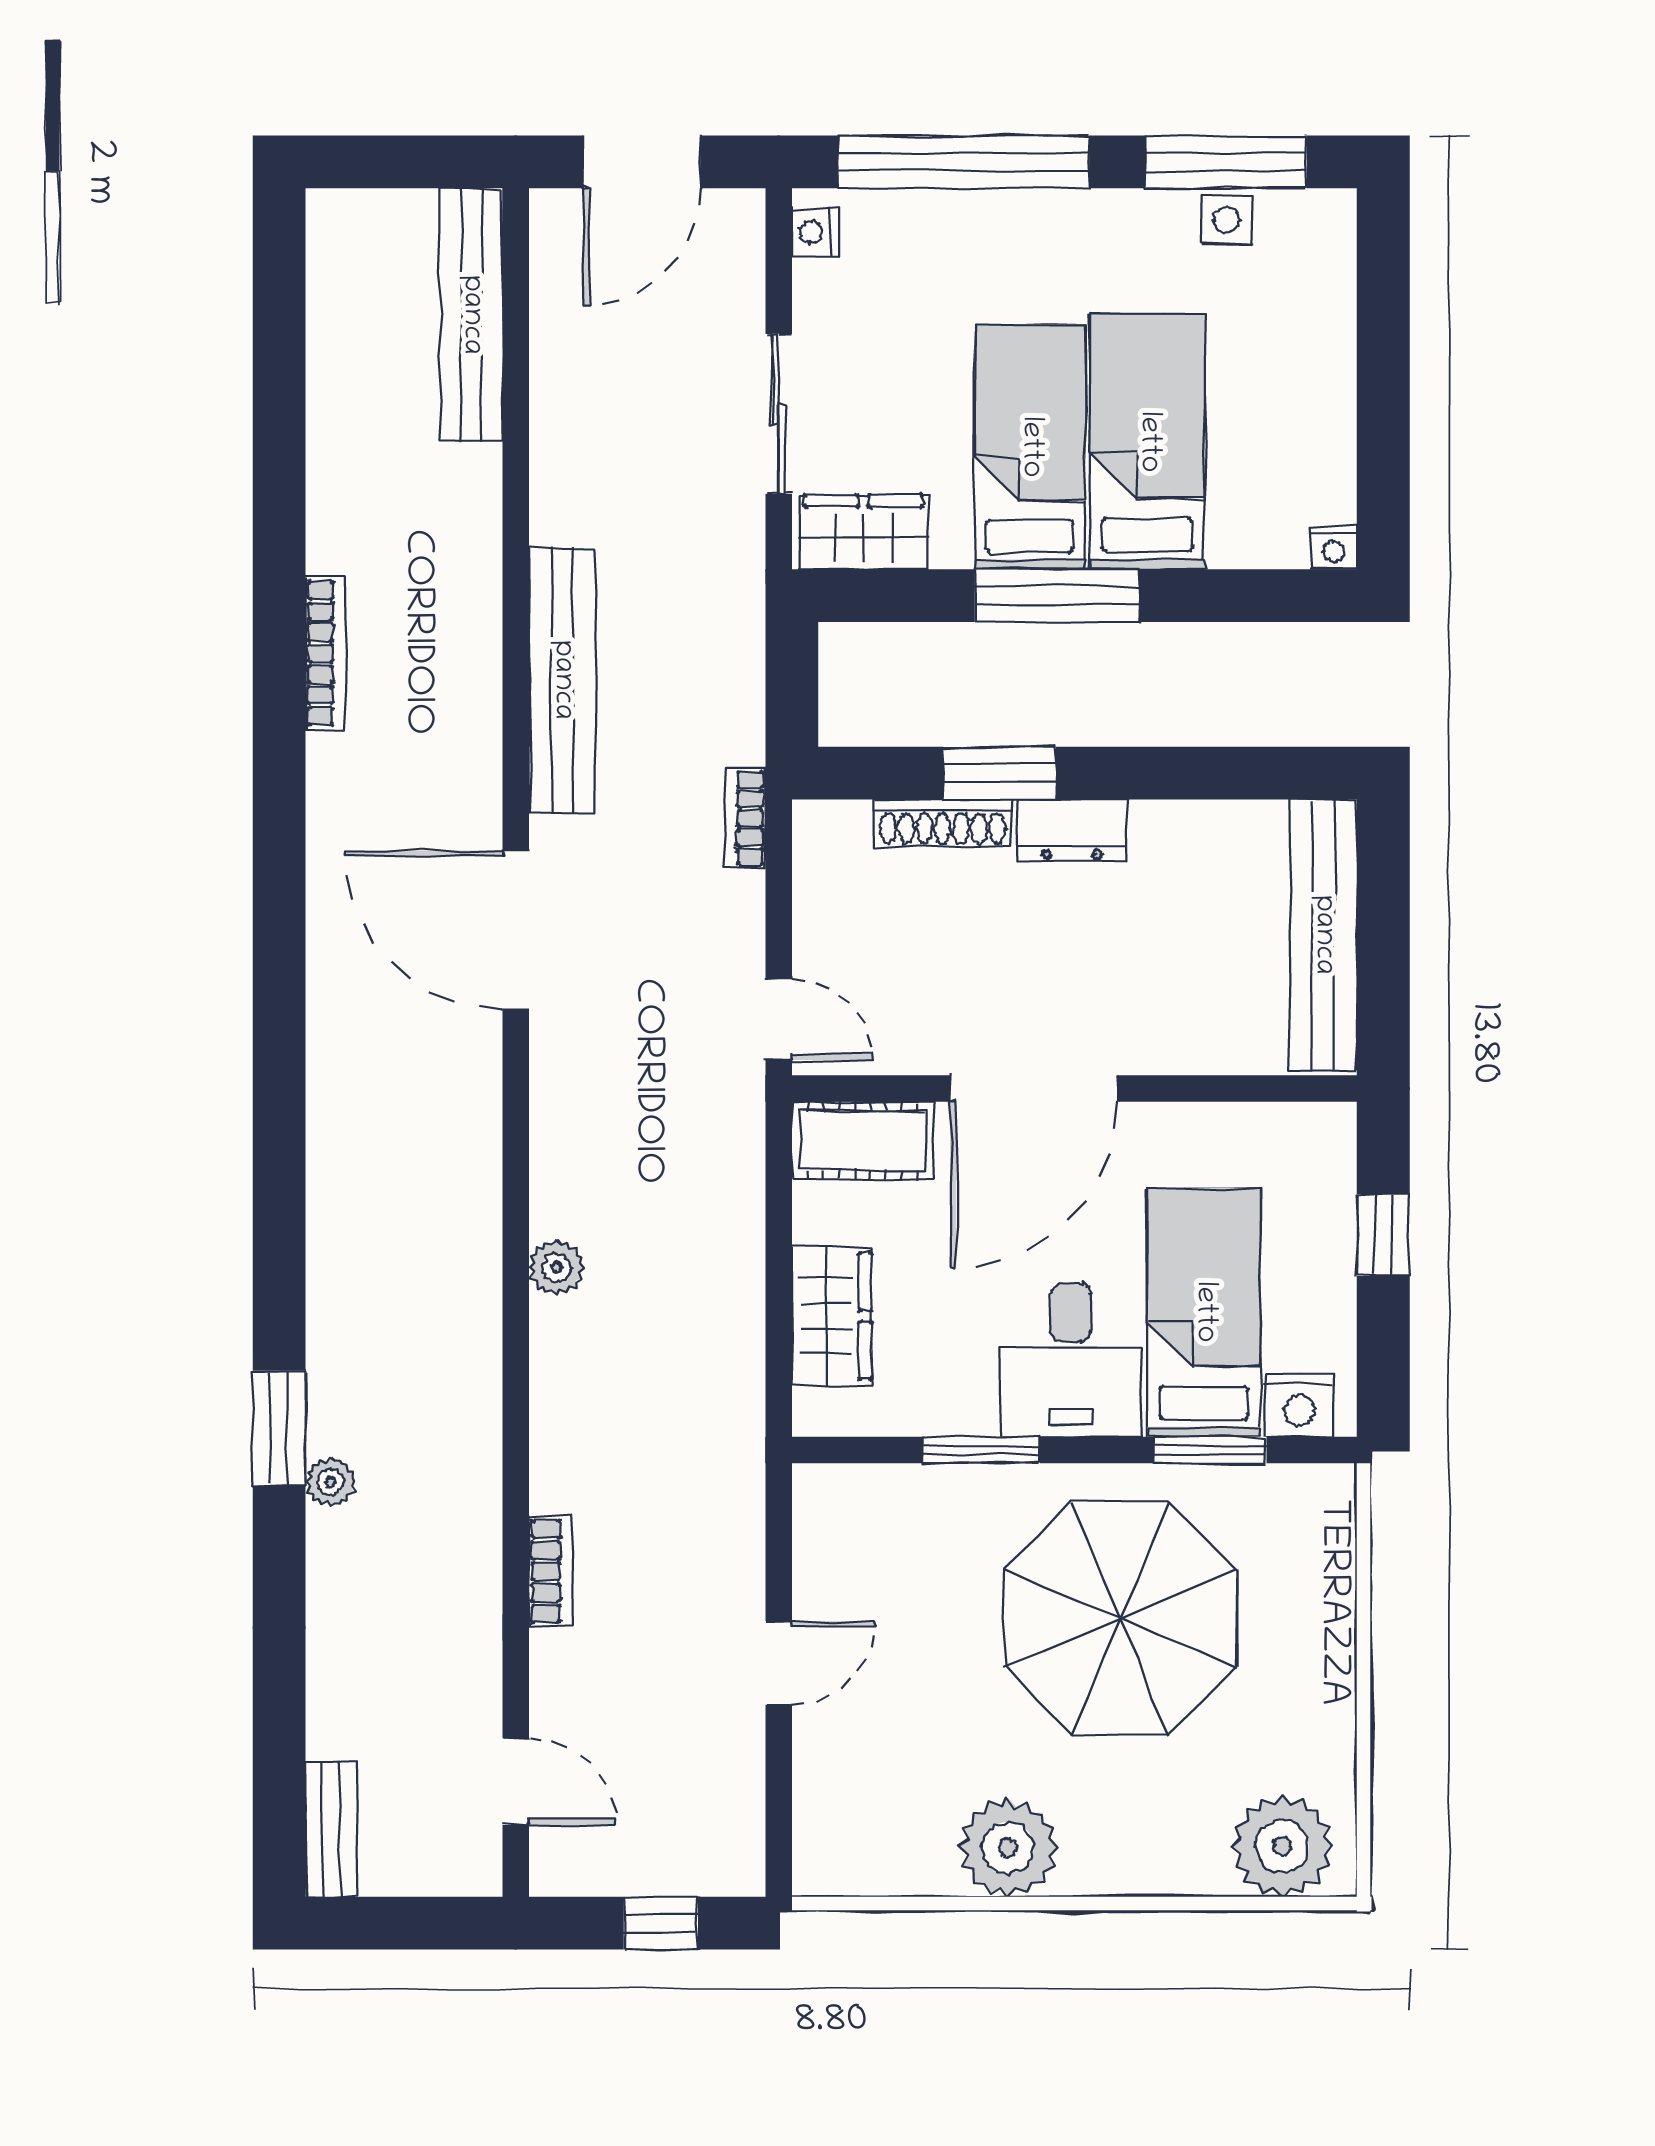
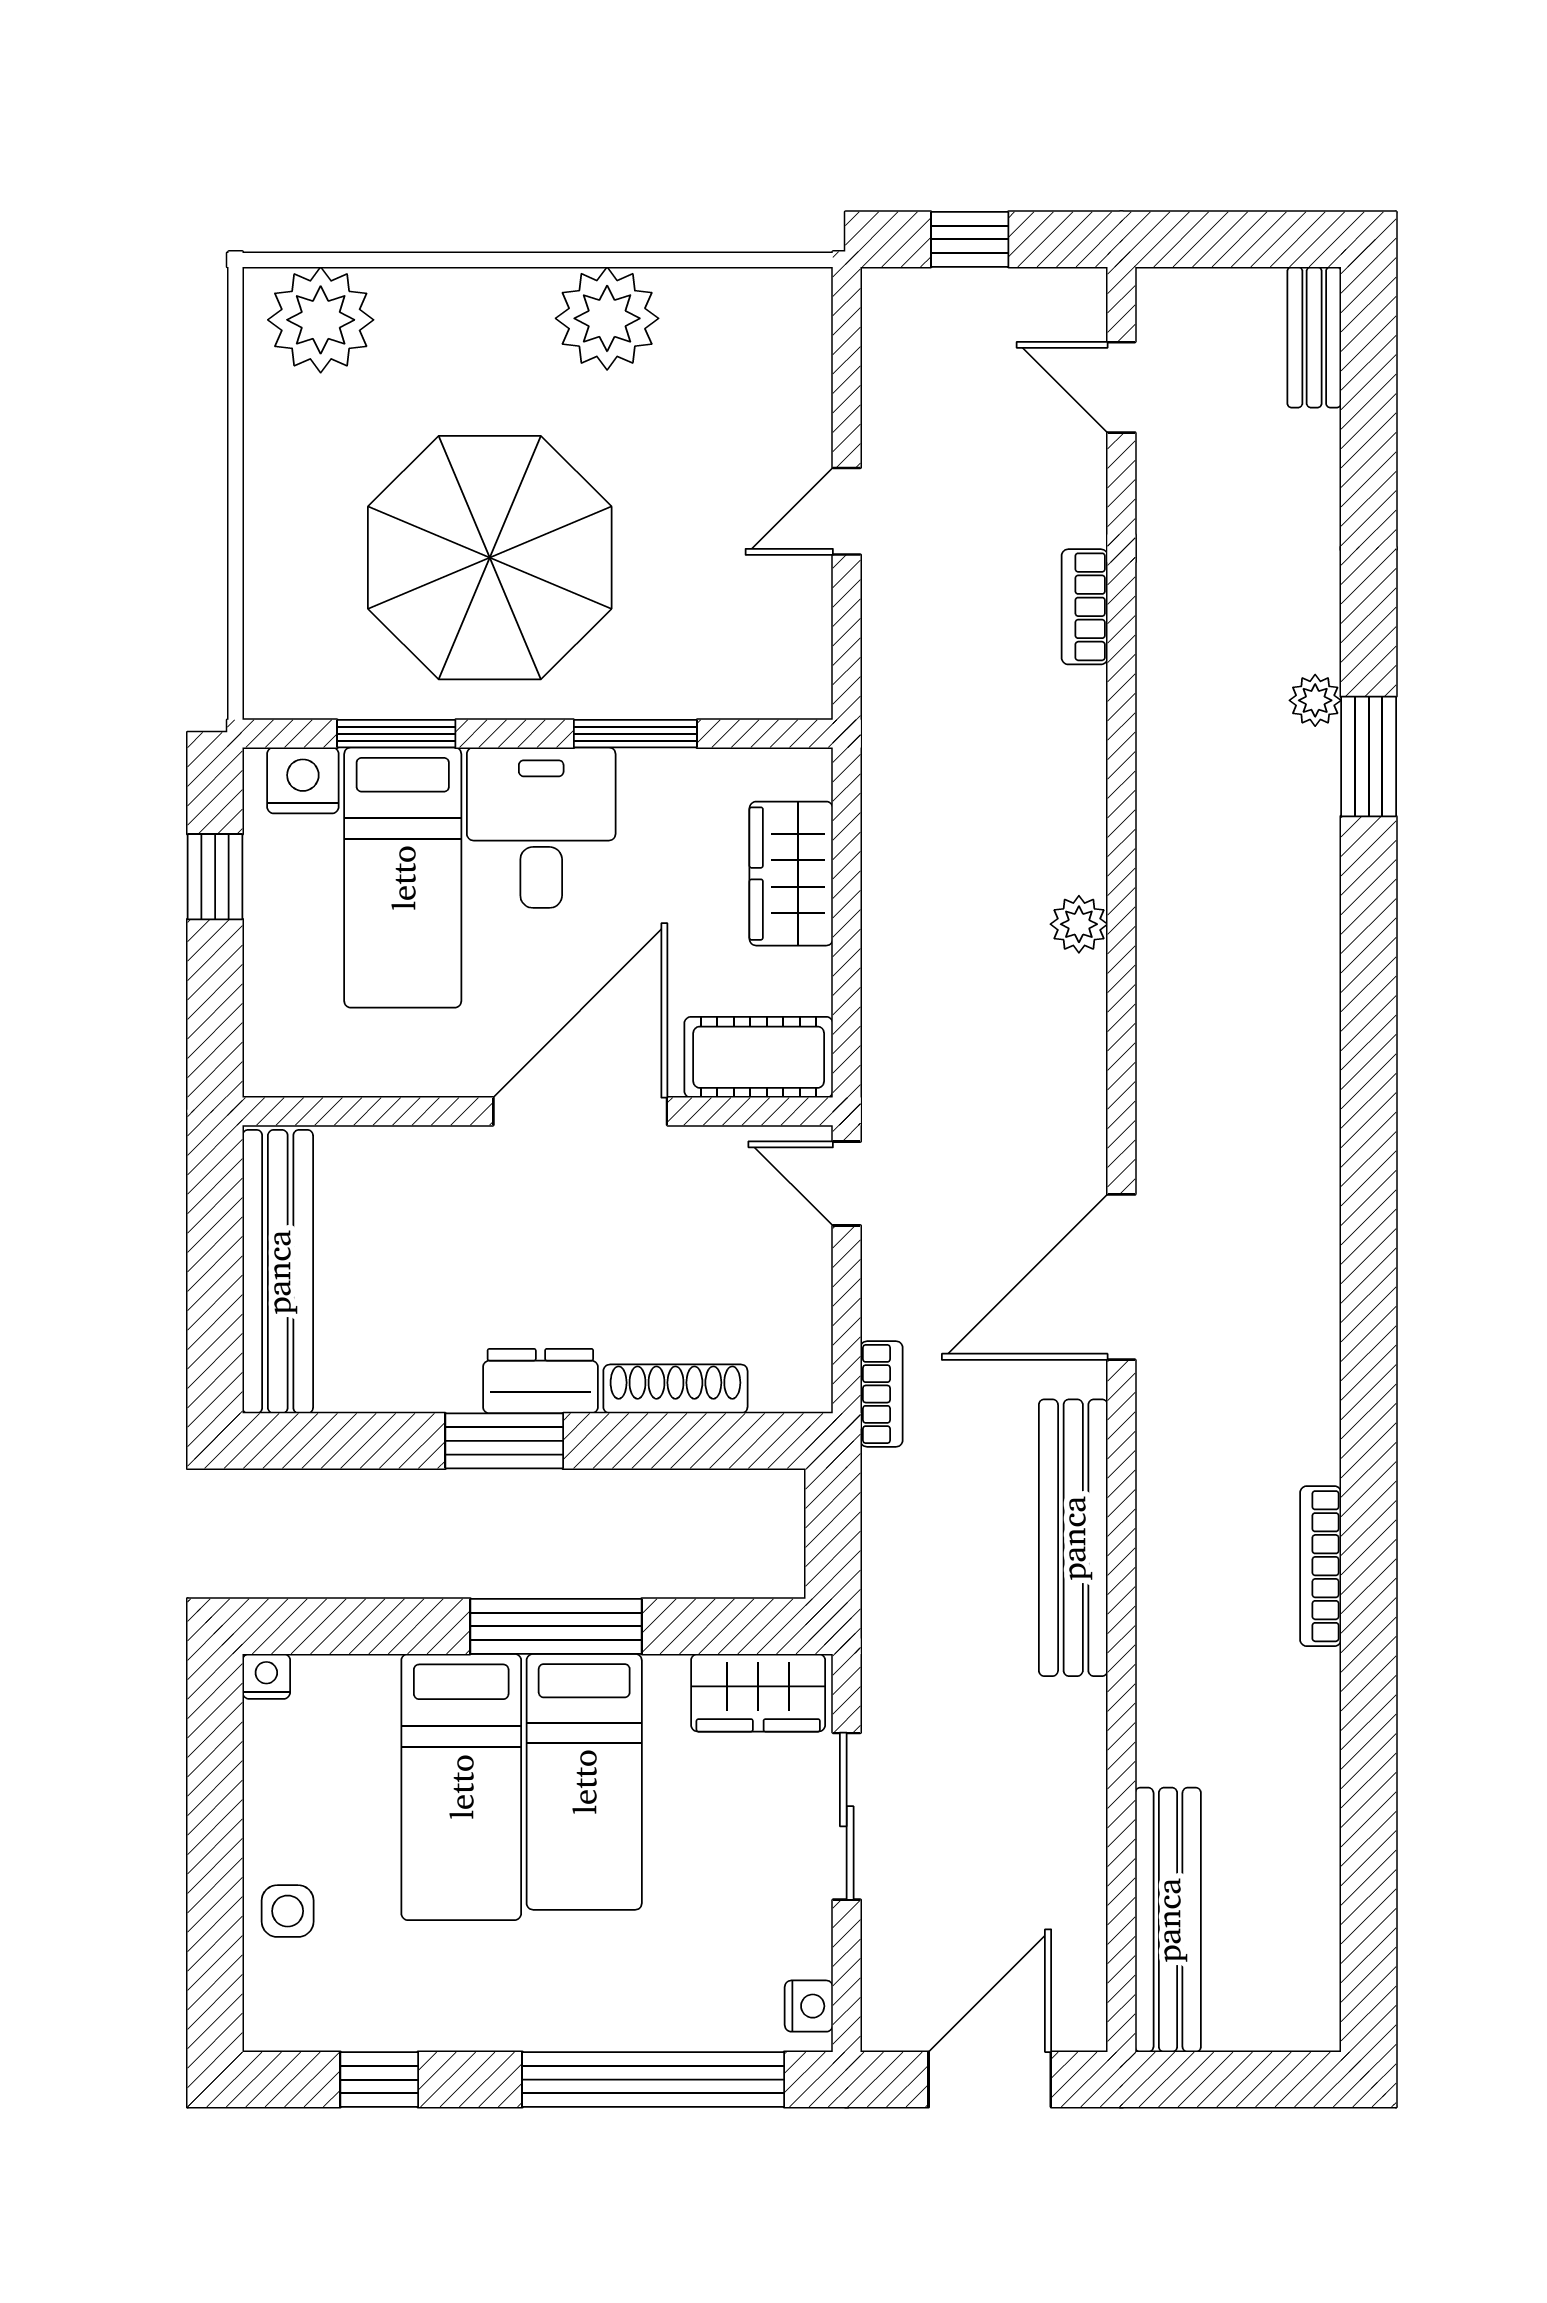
window: (1226, 162) -> (379, 2080), width x0.46
side table: (1227, 220) -> (288, 1911), moved
window: (1000, 773) -> (504, 1441), moved
door: (516, 930) -> (1121, 1277), swing flipped
window: (1383, 1235) -> (215, 877), moved

